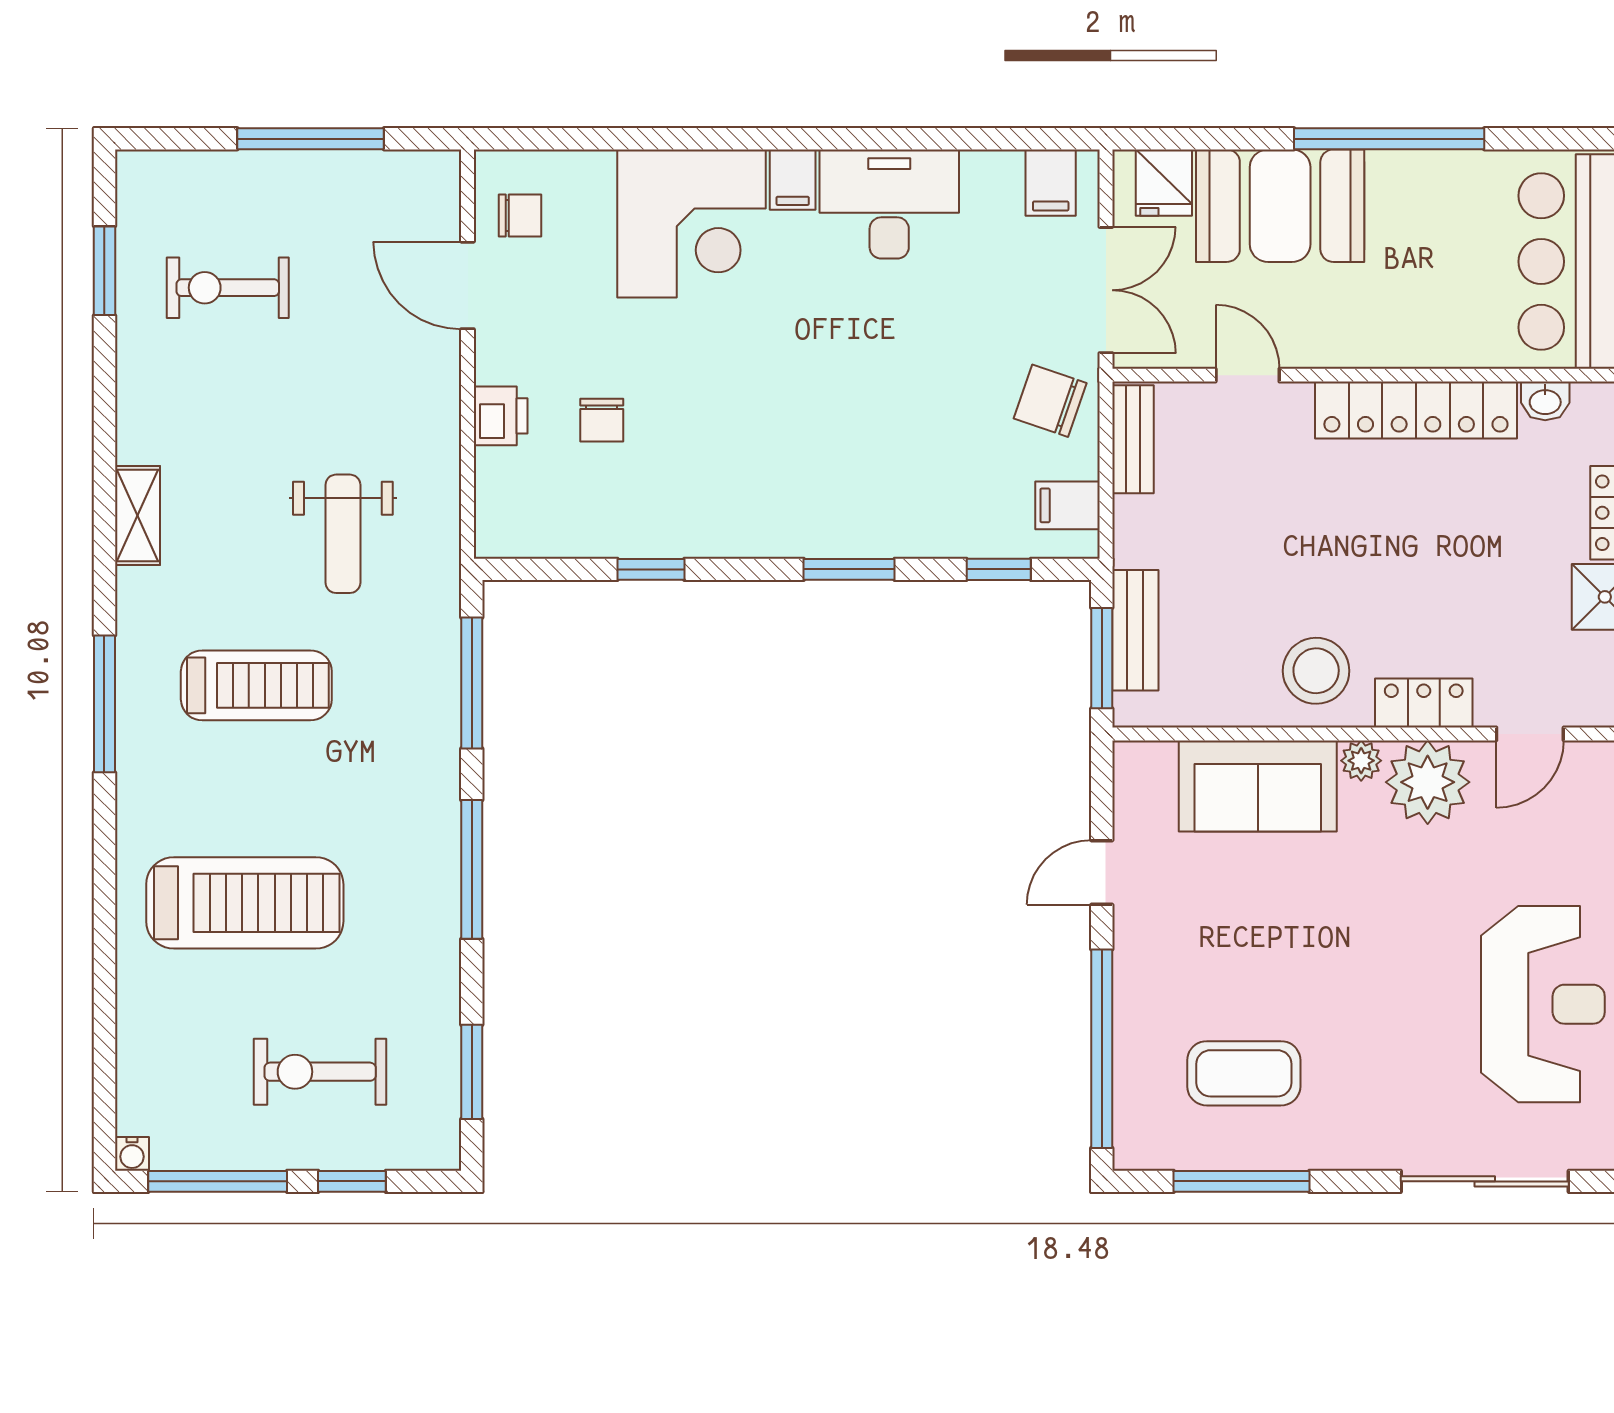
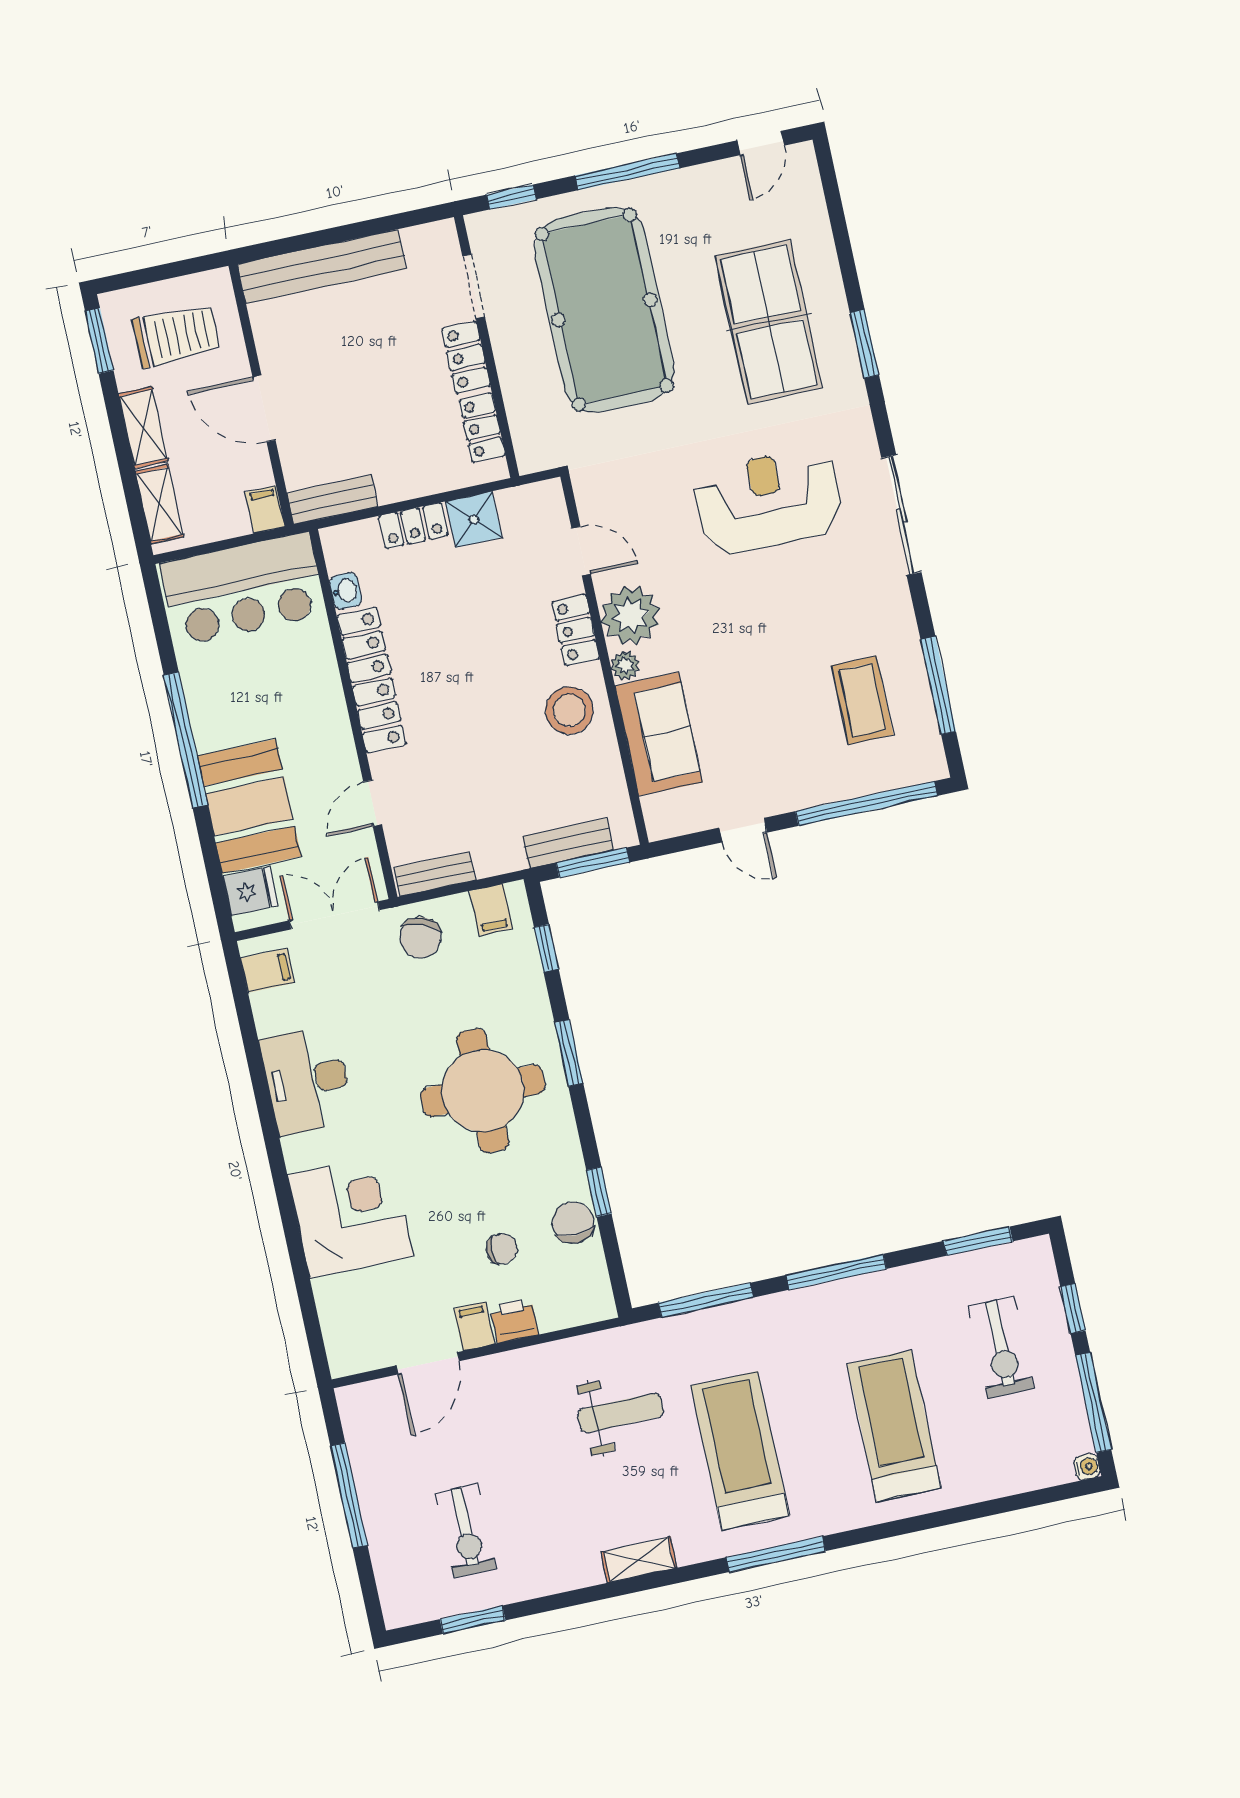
filing cabinet: (793, 180) -> (474, 1326), moved, turned -90
chair: (520, 216) -> (573, 1223), moved, width x1.37, depth x1.37
round table: (823, 441) -> (483, 1091), added
treadmill: (256, 685) -> (740, 1451), width x1.37, depth x1.38

